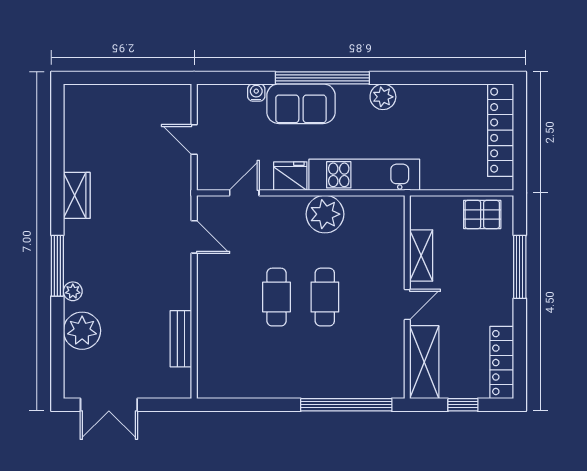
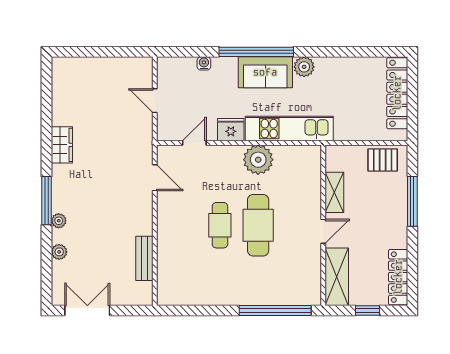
sofa: (301, 104) -> (265, 72), moved
cafe table: (325, 297) -> (258, 225), width x1.37, depth x1.35
plant: (82, 331) -> (59, 252), width x0.53, depth x0.53
double door: (109, 405) -> (87, 310), swing flipped

